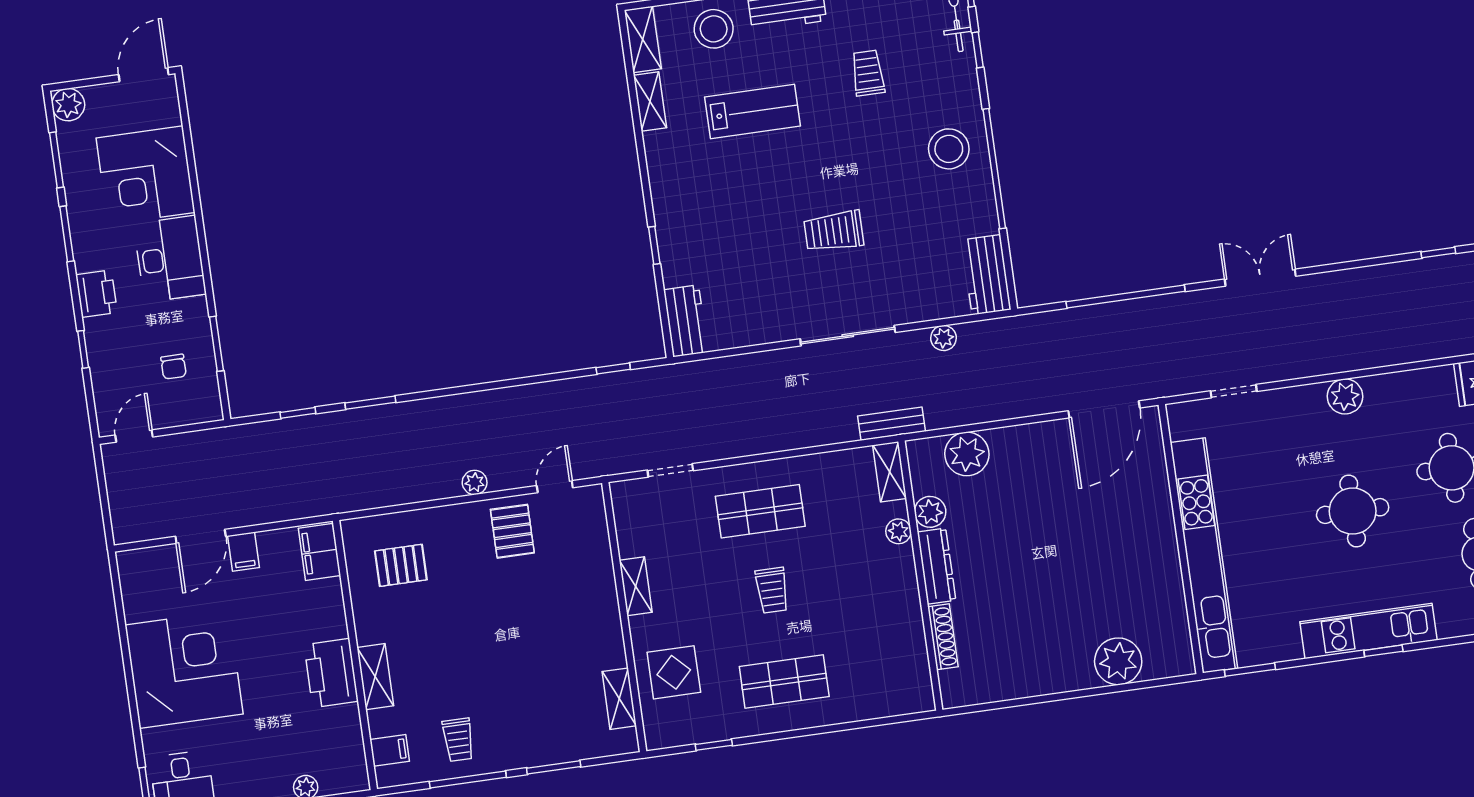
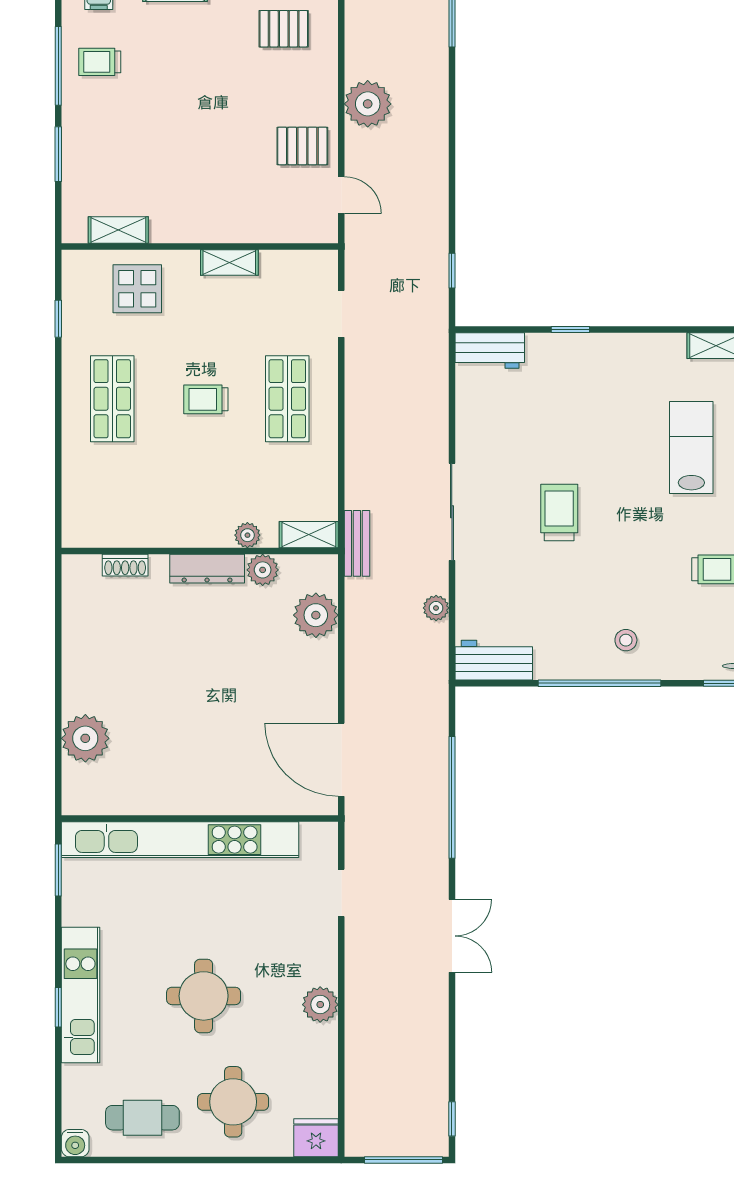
lab bench: (753, 112) -> (691, 448), turned 180
stool: (949, 149) -> (626, 640), width x0.53, depth x0.53
plant: (475, 482) -> (368, 104), width x1.88, depth x1.88
pallet: (401, 565) -> (284, 29), turned 90
shoe rack: (943, 637) -> (125, 565), width x0.70

